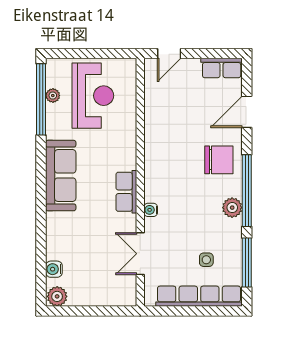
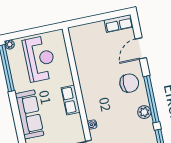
door: (169, 53) -> (83, 21), removed
plant: (53, 96) -> (10, 44), moved
row of seats: (126, 192) -> (71, 100), moved

